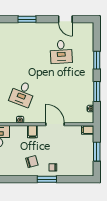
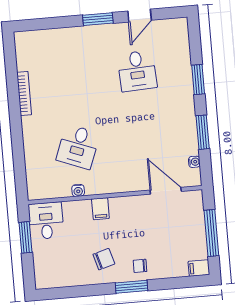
window: (27, 19) -> (98, 19), moved
door: (65, 19) -> (140, 16), hinge flipped
door: (55, 124) -> (166, 191), moved
filing cabinet: (88, 130) -> (199, 268), moved
window: (97, 152) -> (211, 233), width x1.44

